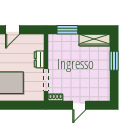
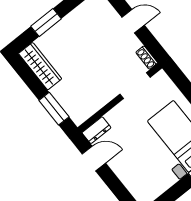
door: (13, 30) -> (94, 159), moved
dresser: (39, 59) -> (96, 130), moved

